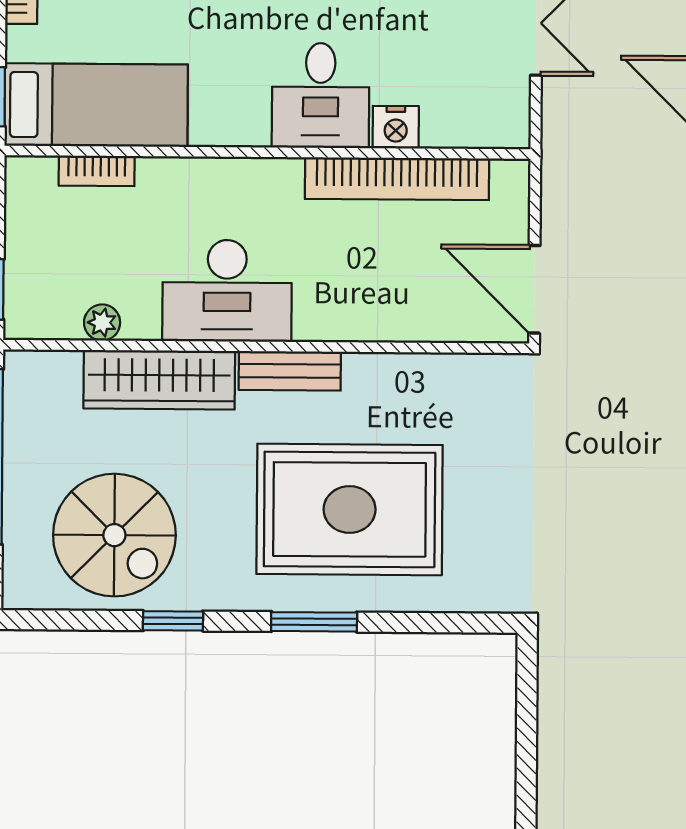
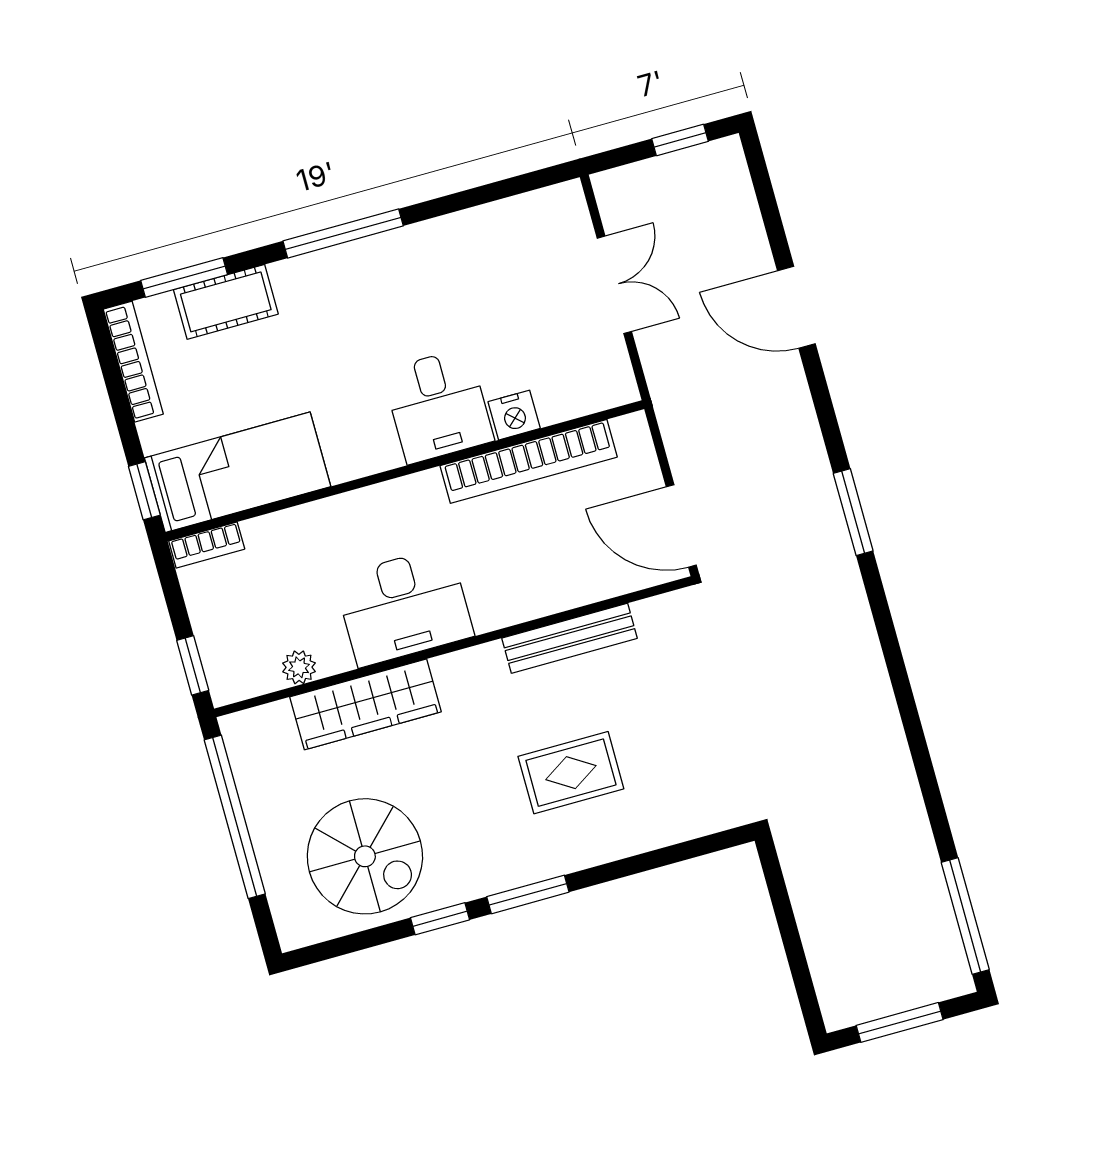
bookcase: (97, 171) -> (207, 545), moved
bench: (290, 371) -> (569, 638), moved, width x1.36
rug: (350, 509) -> (571, 773), width x0.54, depth x0.49
window: (314, 622) -> (528, 894), moved

